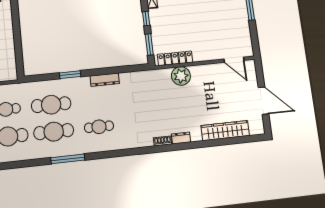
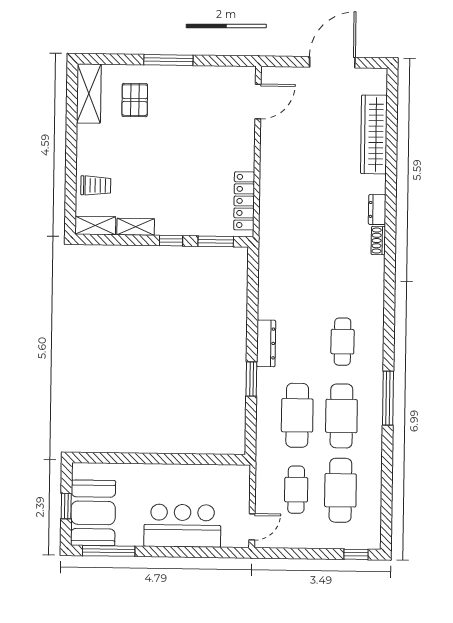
plant: (181, 76) -> (275, 195), removed
dresser: (105, 80) -> (266, 343), moved

